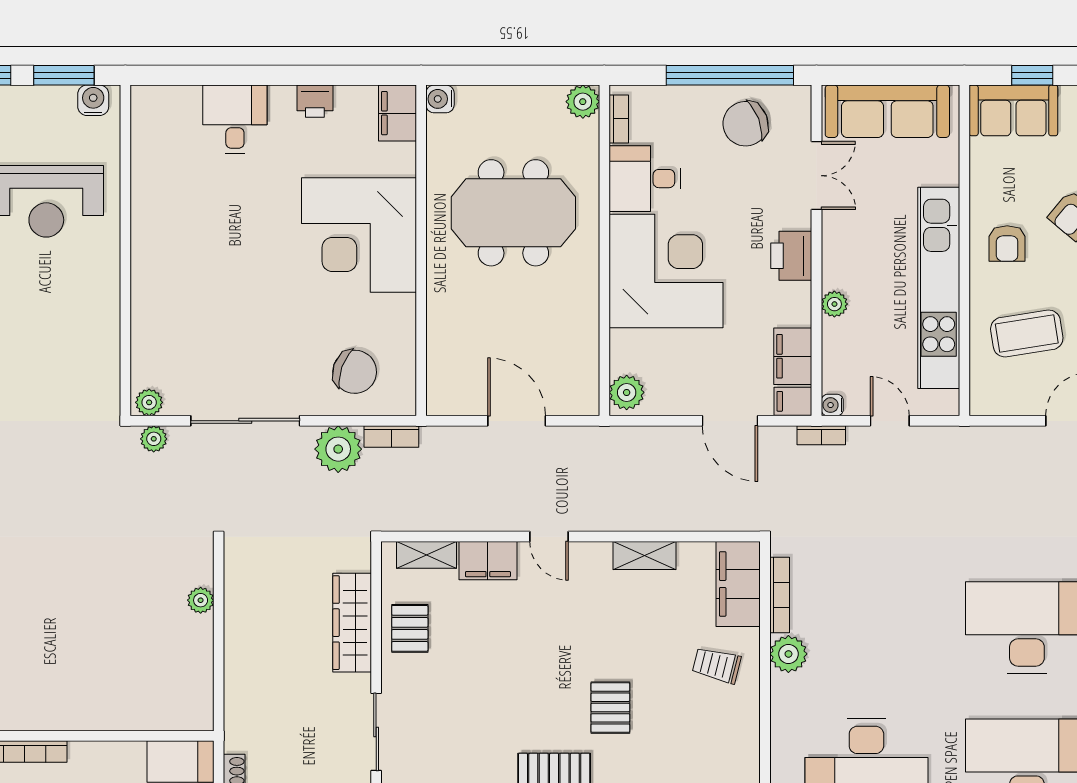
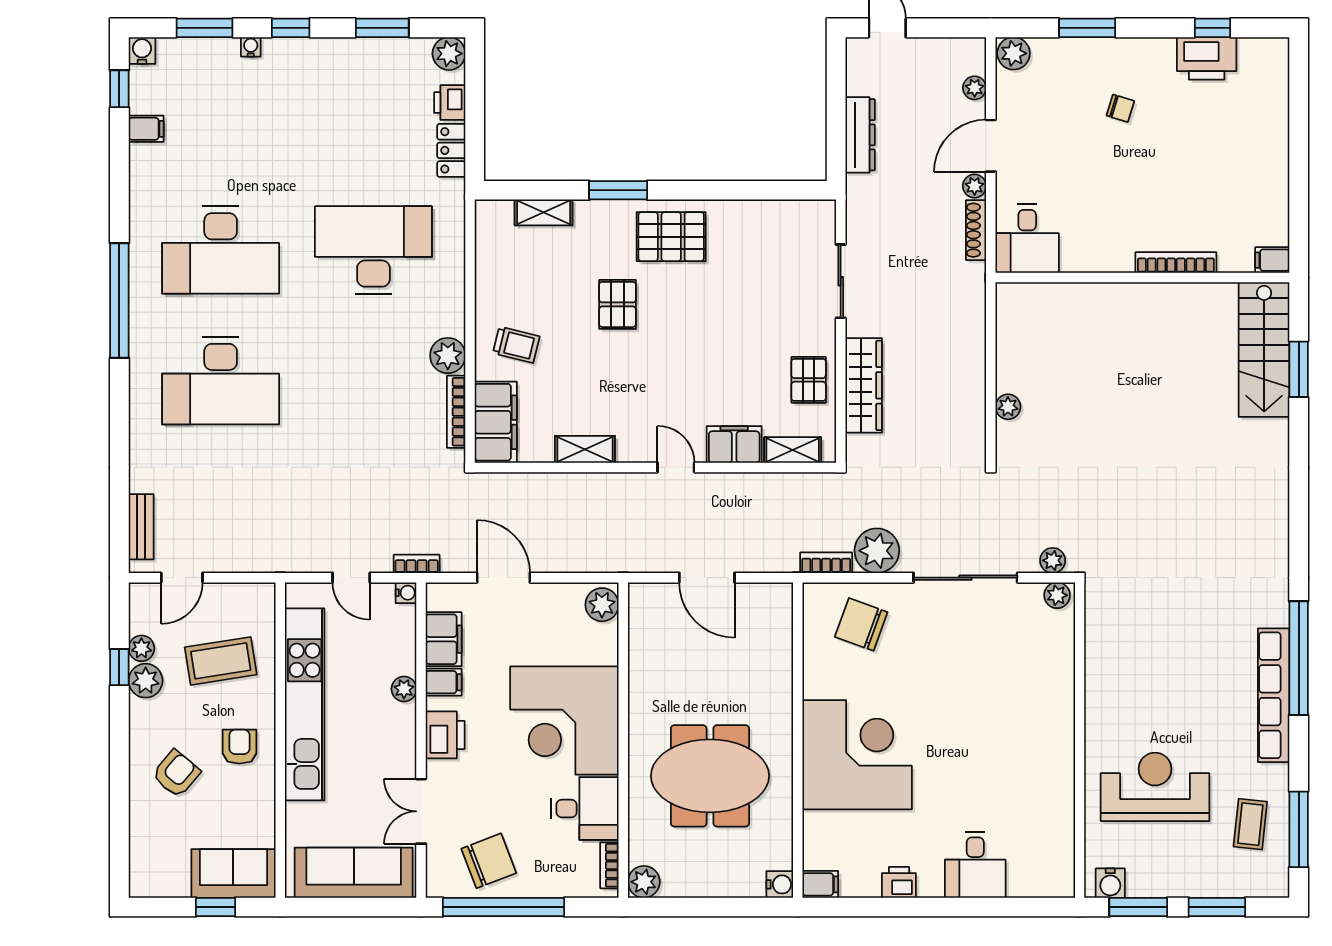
filing cabinet: (398, 113) -> (820, 884), width x0.50
filing cabinet: (793, 401) -> (444, 682), moved

